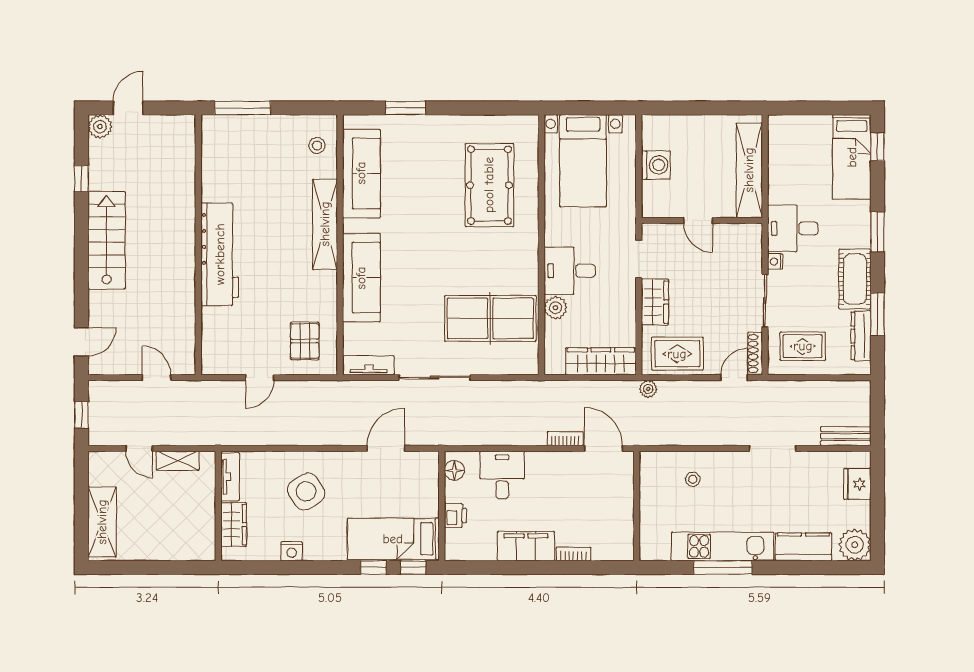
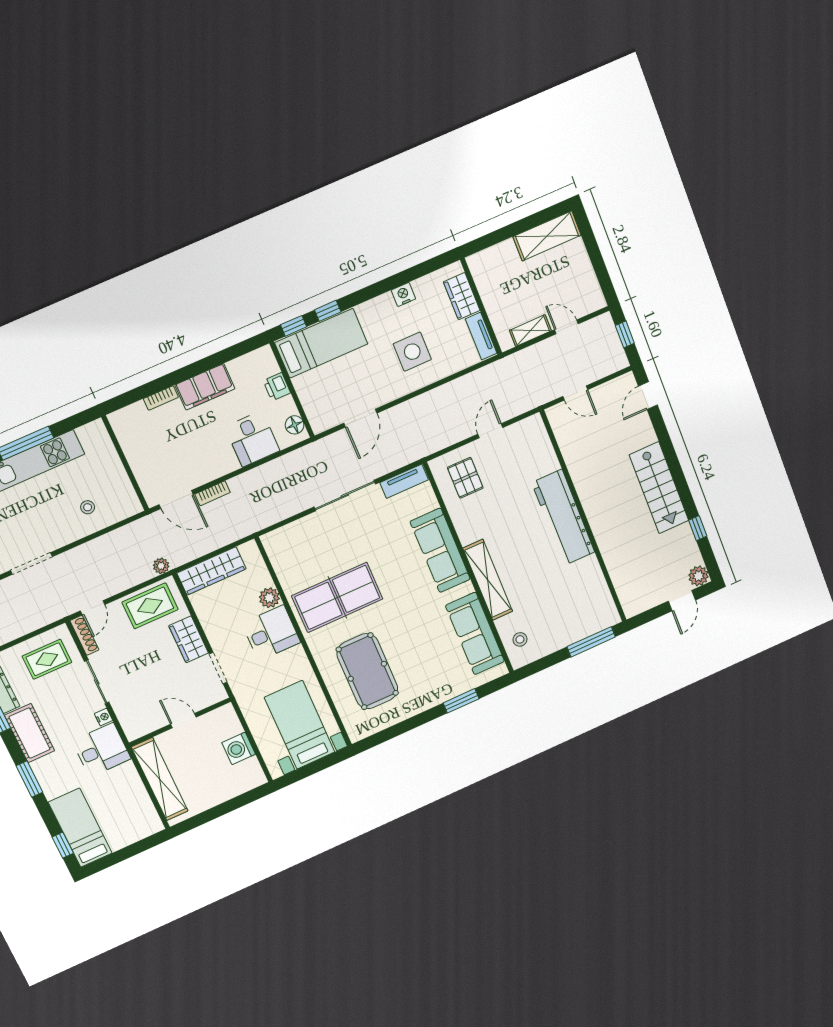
table tennis table: (490, 318) -> (337, 597), moved
side table: (306, 491) -> (412, 352), turned 32
shelving: (102, 522) -> (547, 236), moved, turned 90

